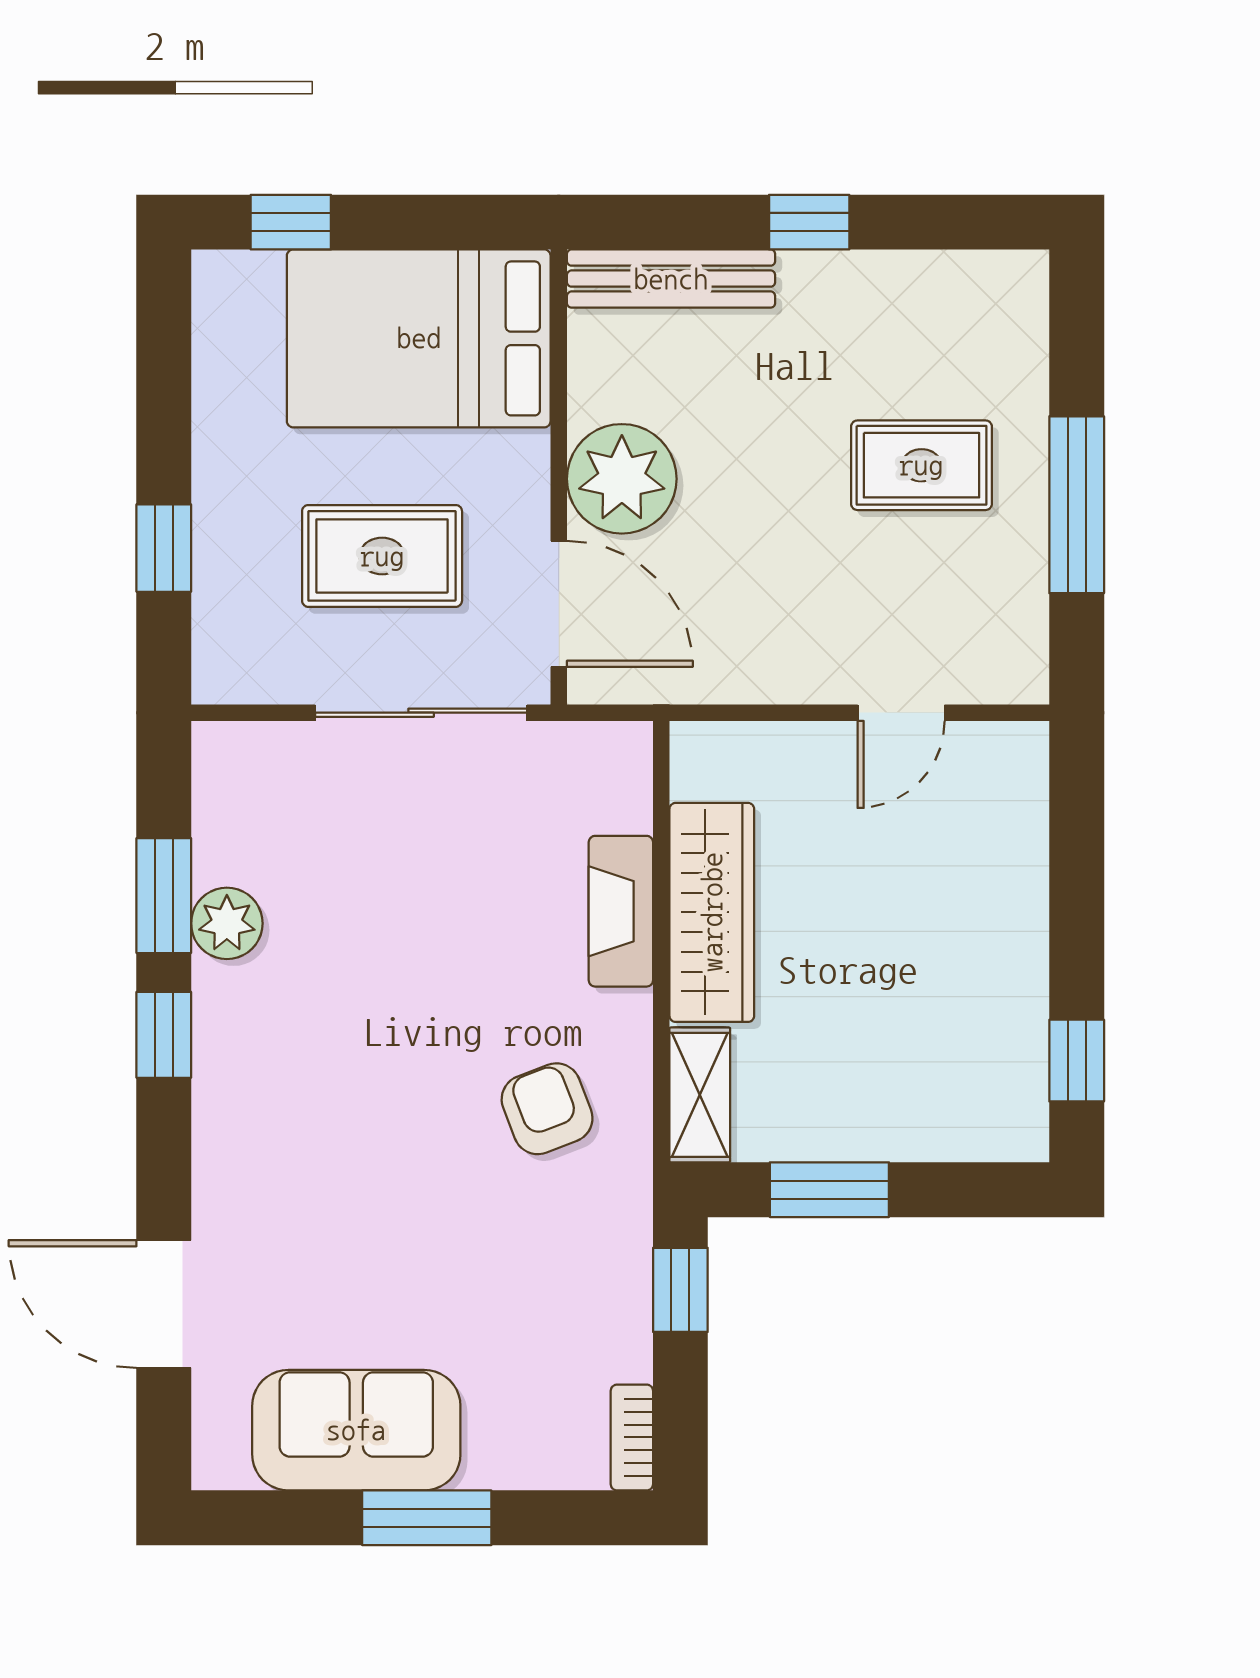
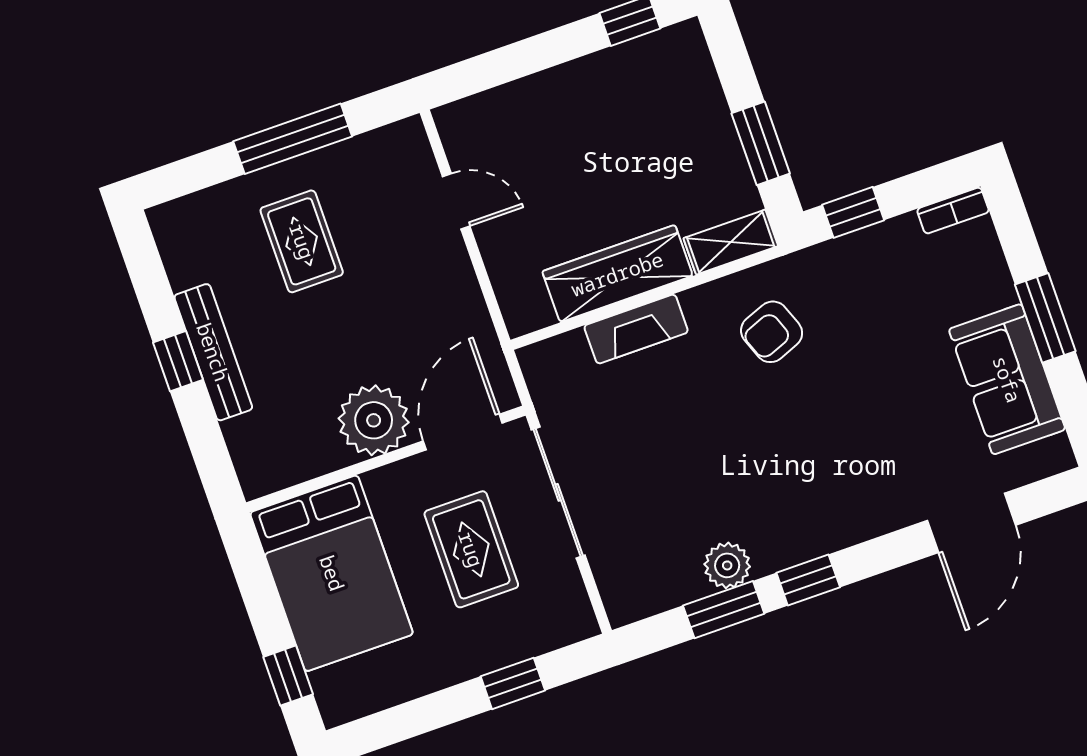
bench: (671, 279) -> (213, 352), moved

